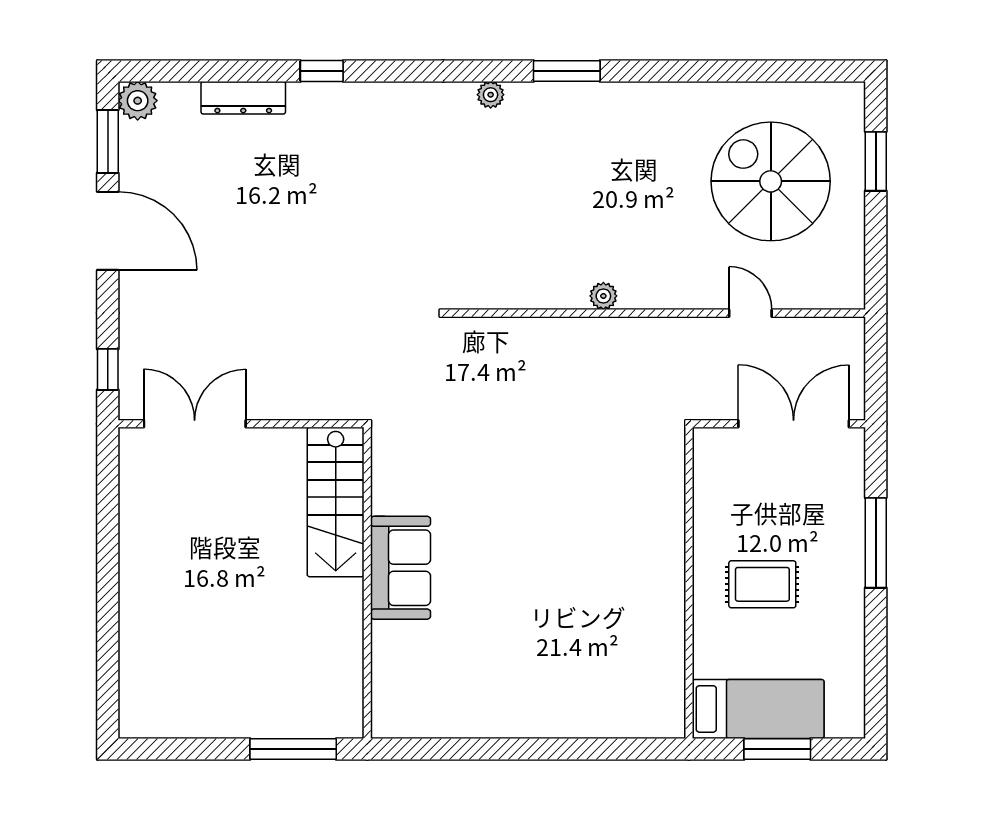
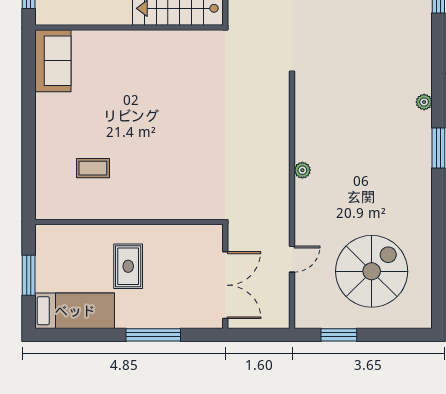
window: (876, 161) -> (339, 335), moved
sofa: (401, 568) -> (53, 61), moved, turned -90
coffee table: (600, 643) -> (93, 168), added
bed: (758, 709) -> (75, 311), moved, turned -90

